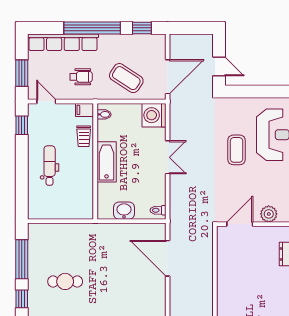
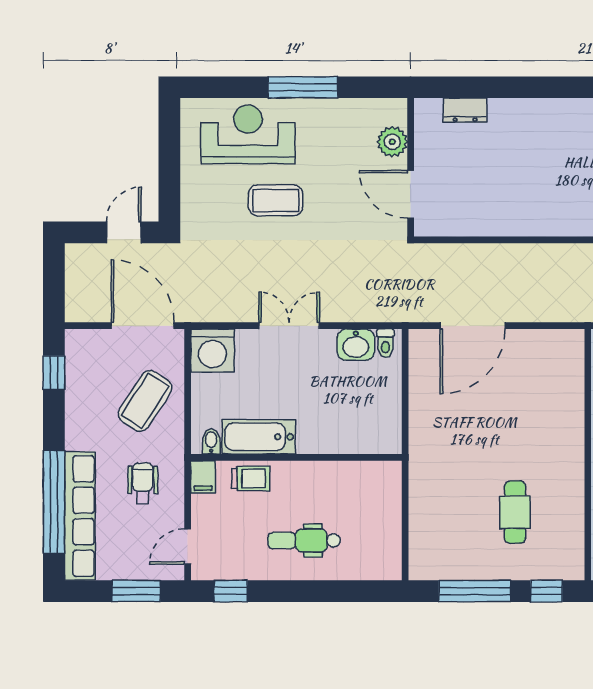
window: (92, 28) -> (54, 502), moved
bathtub: (107, 162) -> (259, 437), moved
washbasin: (124, 211) -> (356, 345), moved, turned -90

